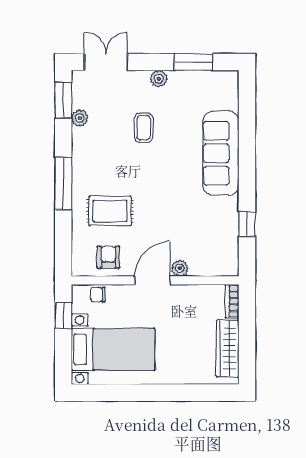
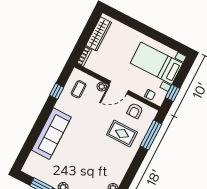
coffee table: (144, 128) -> (79, 89), moved
window: (63, 183) -> (151, 135), moved

